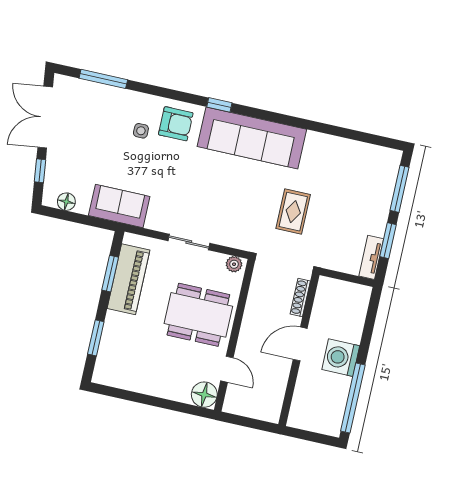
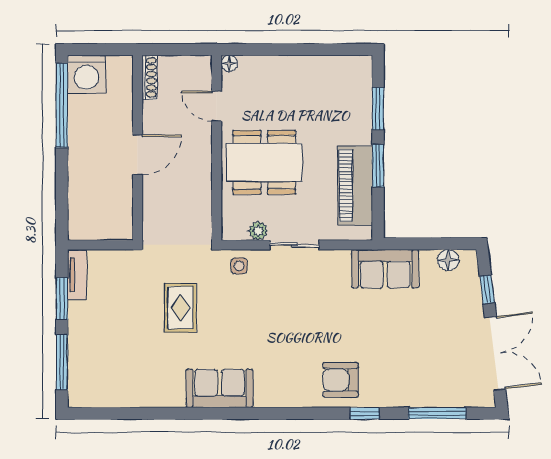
window: (219, 105) -> (365, 413), moved
side table: (141, 131) -> (239, 266), moved
sofa: (252, 138) -> (220, 388), width x0.54, depth x0.79
plant: (234, 264) -> (258, 231), moved
window: (110, 274) -> (378, 166), moved
shoe rack: (300, 297) -> (150, 77), moved
washing machine: (341, 358) -> (87, 74), moved, turned 90
floor lamp: (204, 395) -> (229, 63), width x0.53, depth x0.53

